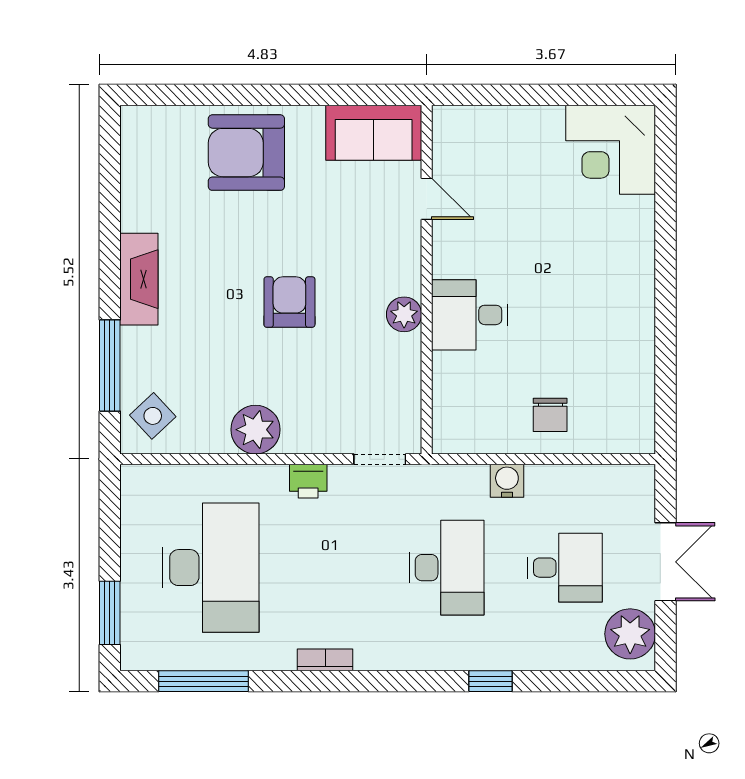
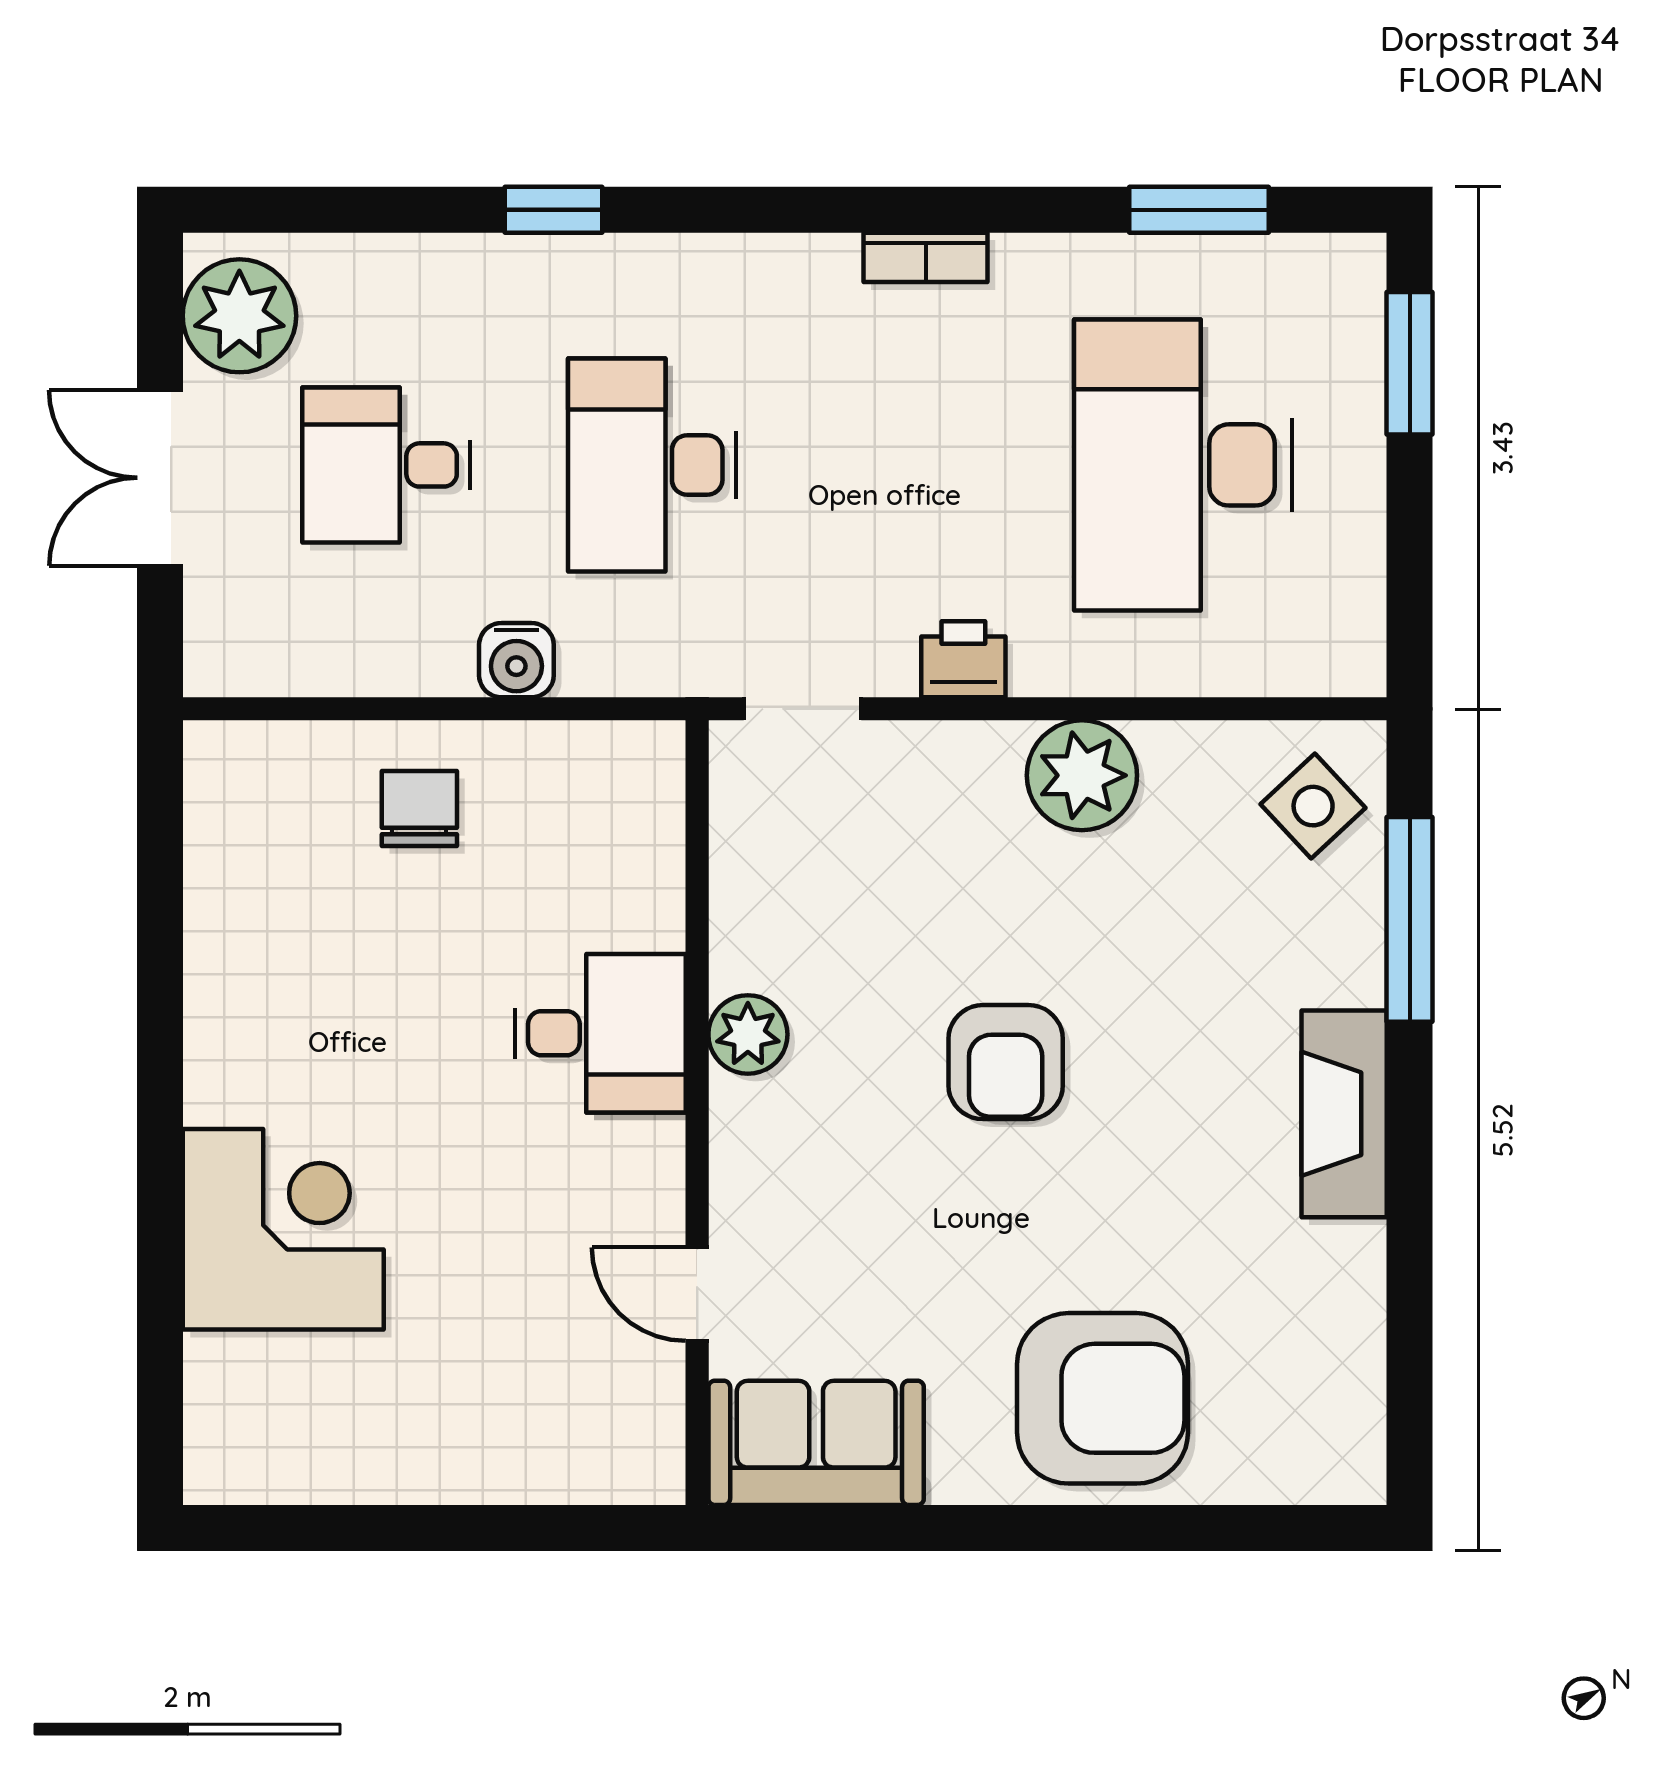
corner desk: (611, 150) -> (283, 1229), moved
window: (203, 681) -> (1199, 210), width x0.69

